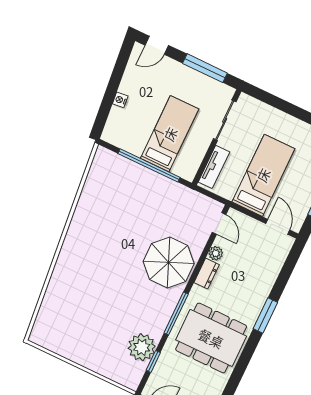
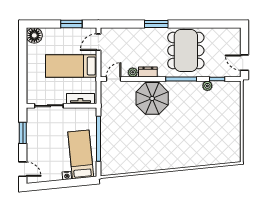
window: (205, 68) -> (23, 133), width x0.69
bed: (170, 134) -> (81, 154), moved, turned 84
plant: (142, 347) -> (207, 86), width x0.53, depth x0.53

